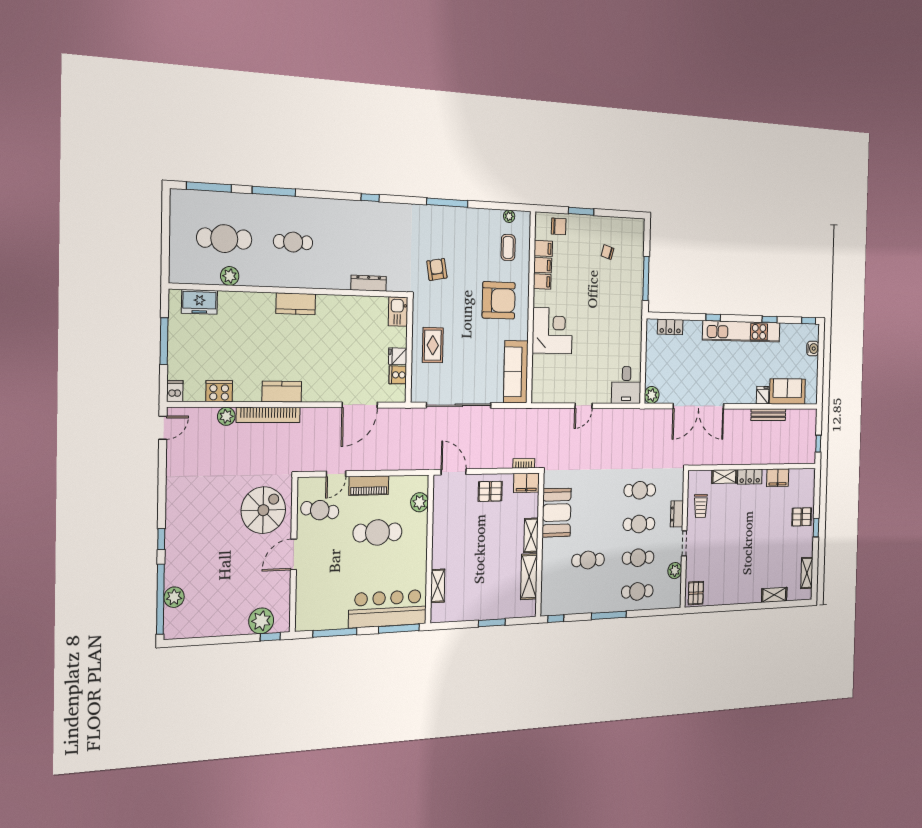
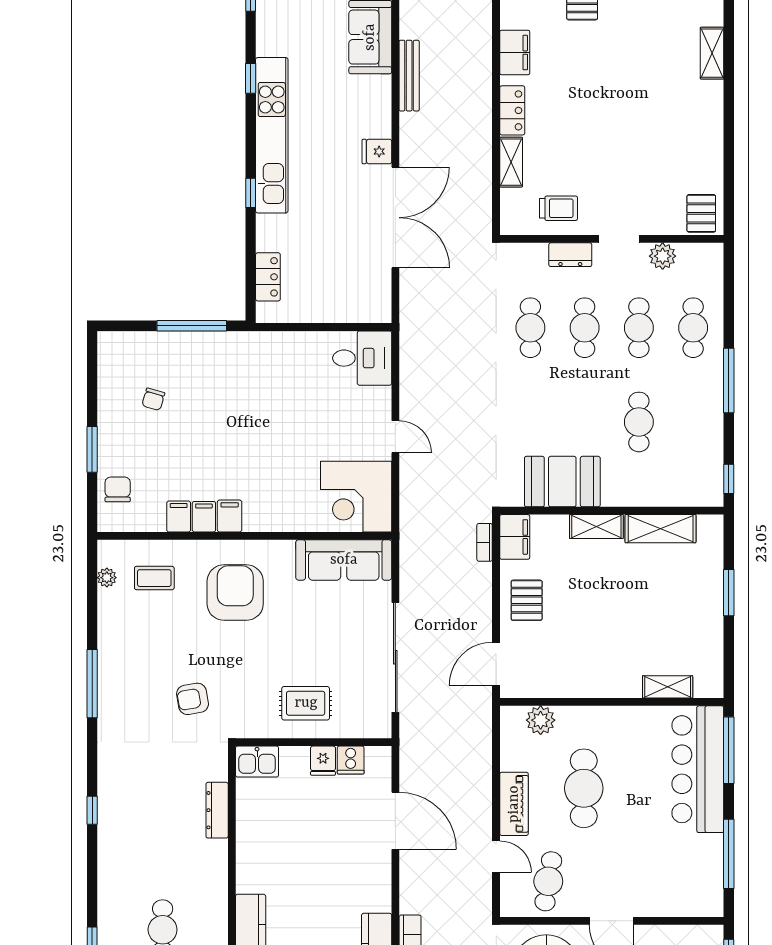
filing cabinet: (543, 248) -> (230, 516), moved
corner desk: (552, 331) -> (356, 497), moved, turned -90
plant: (652, 395) -> (378, 309), removed
fridge: (763, 395) -> (377, 151), moved
pallet: (696, 593) -> (701, 213), turned 90

